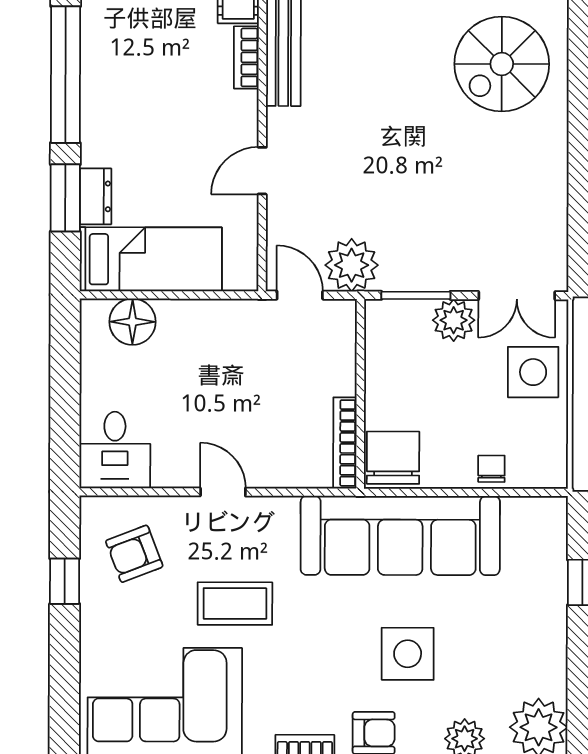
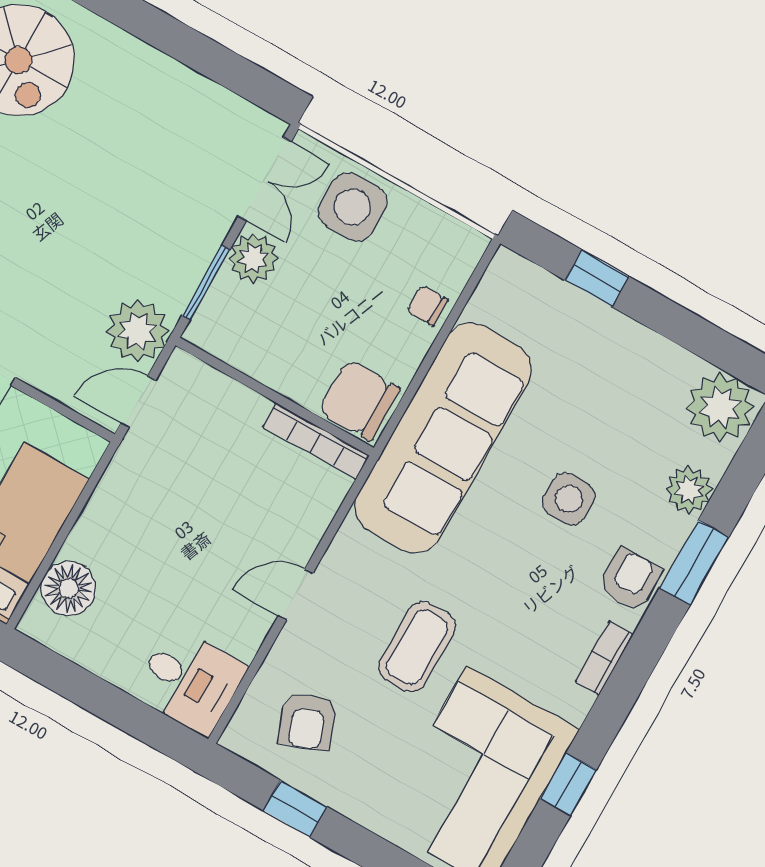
side table: (408, 654) -> (569, 499), width x0.73, depth x0.73

